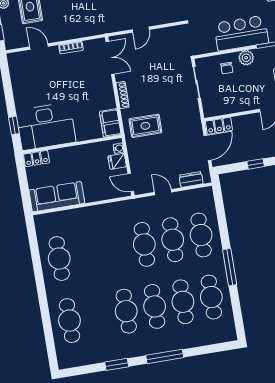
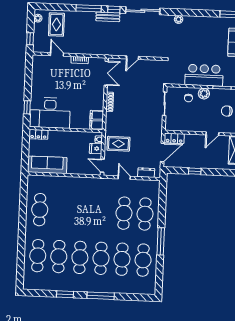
rug: (145, 126) -> (119, 144), moved
cafe table: (144, 244) -> (59, 257), moved

